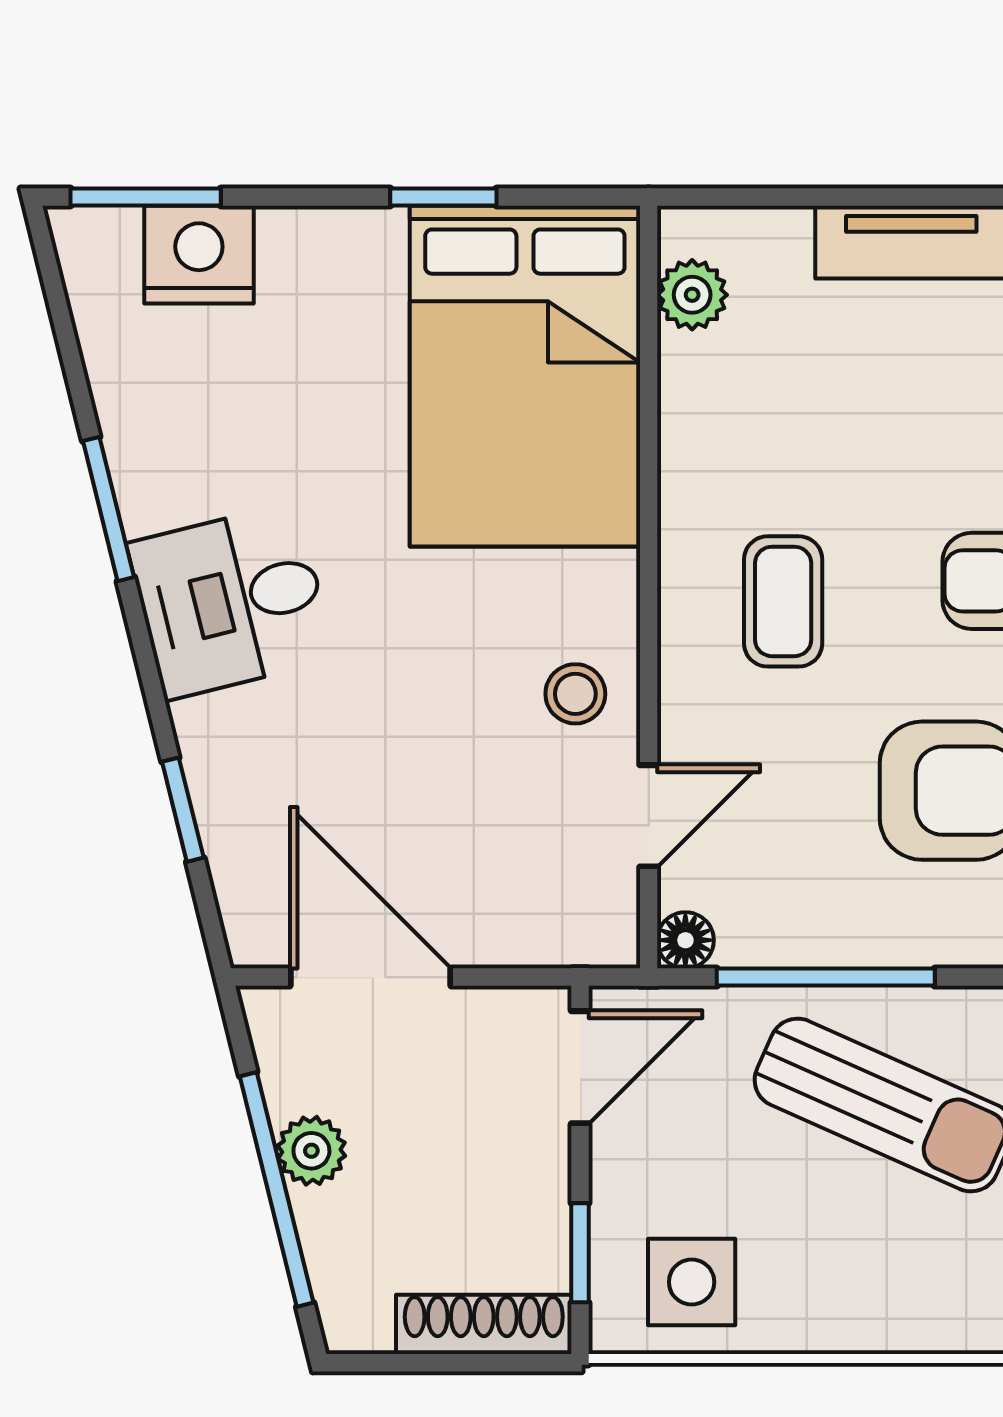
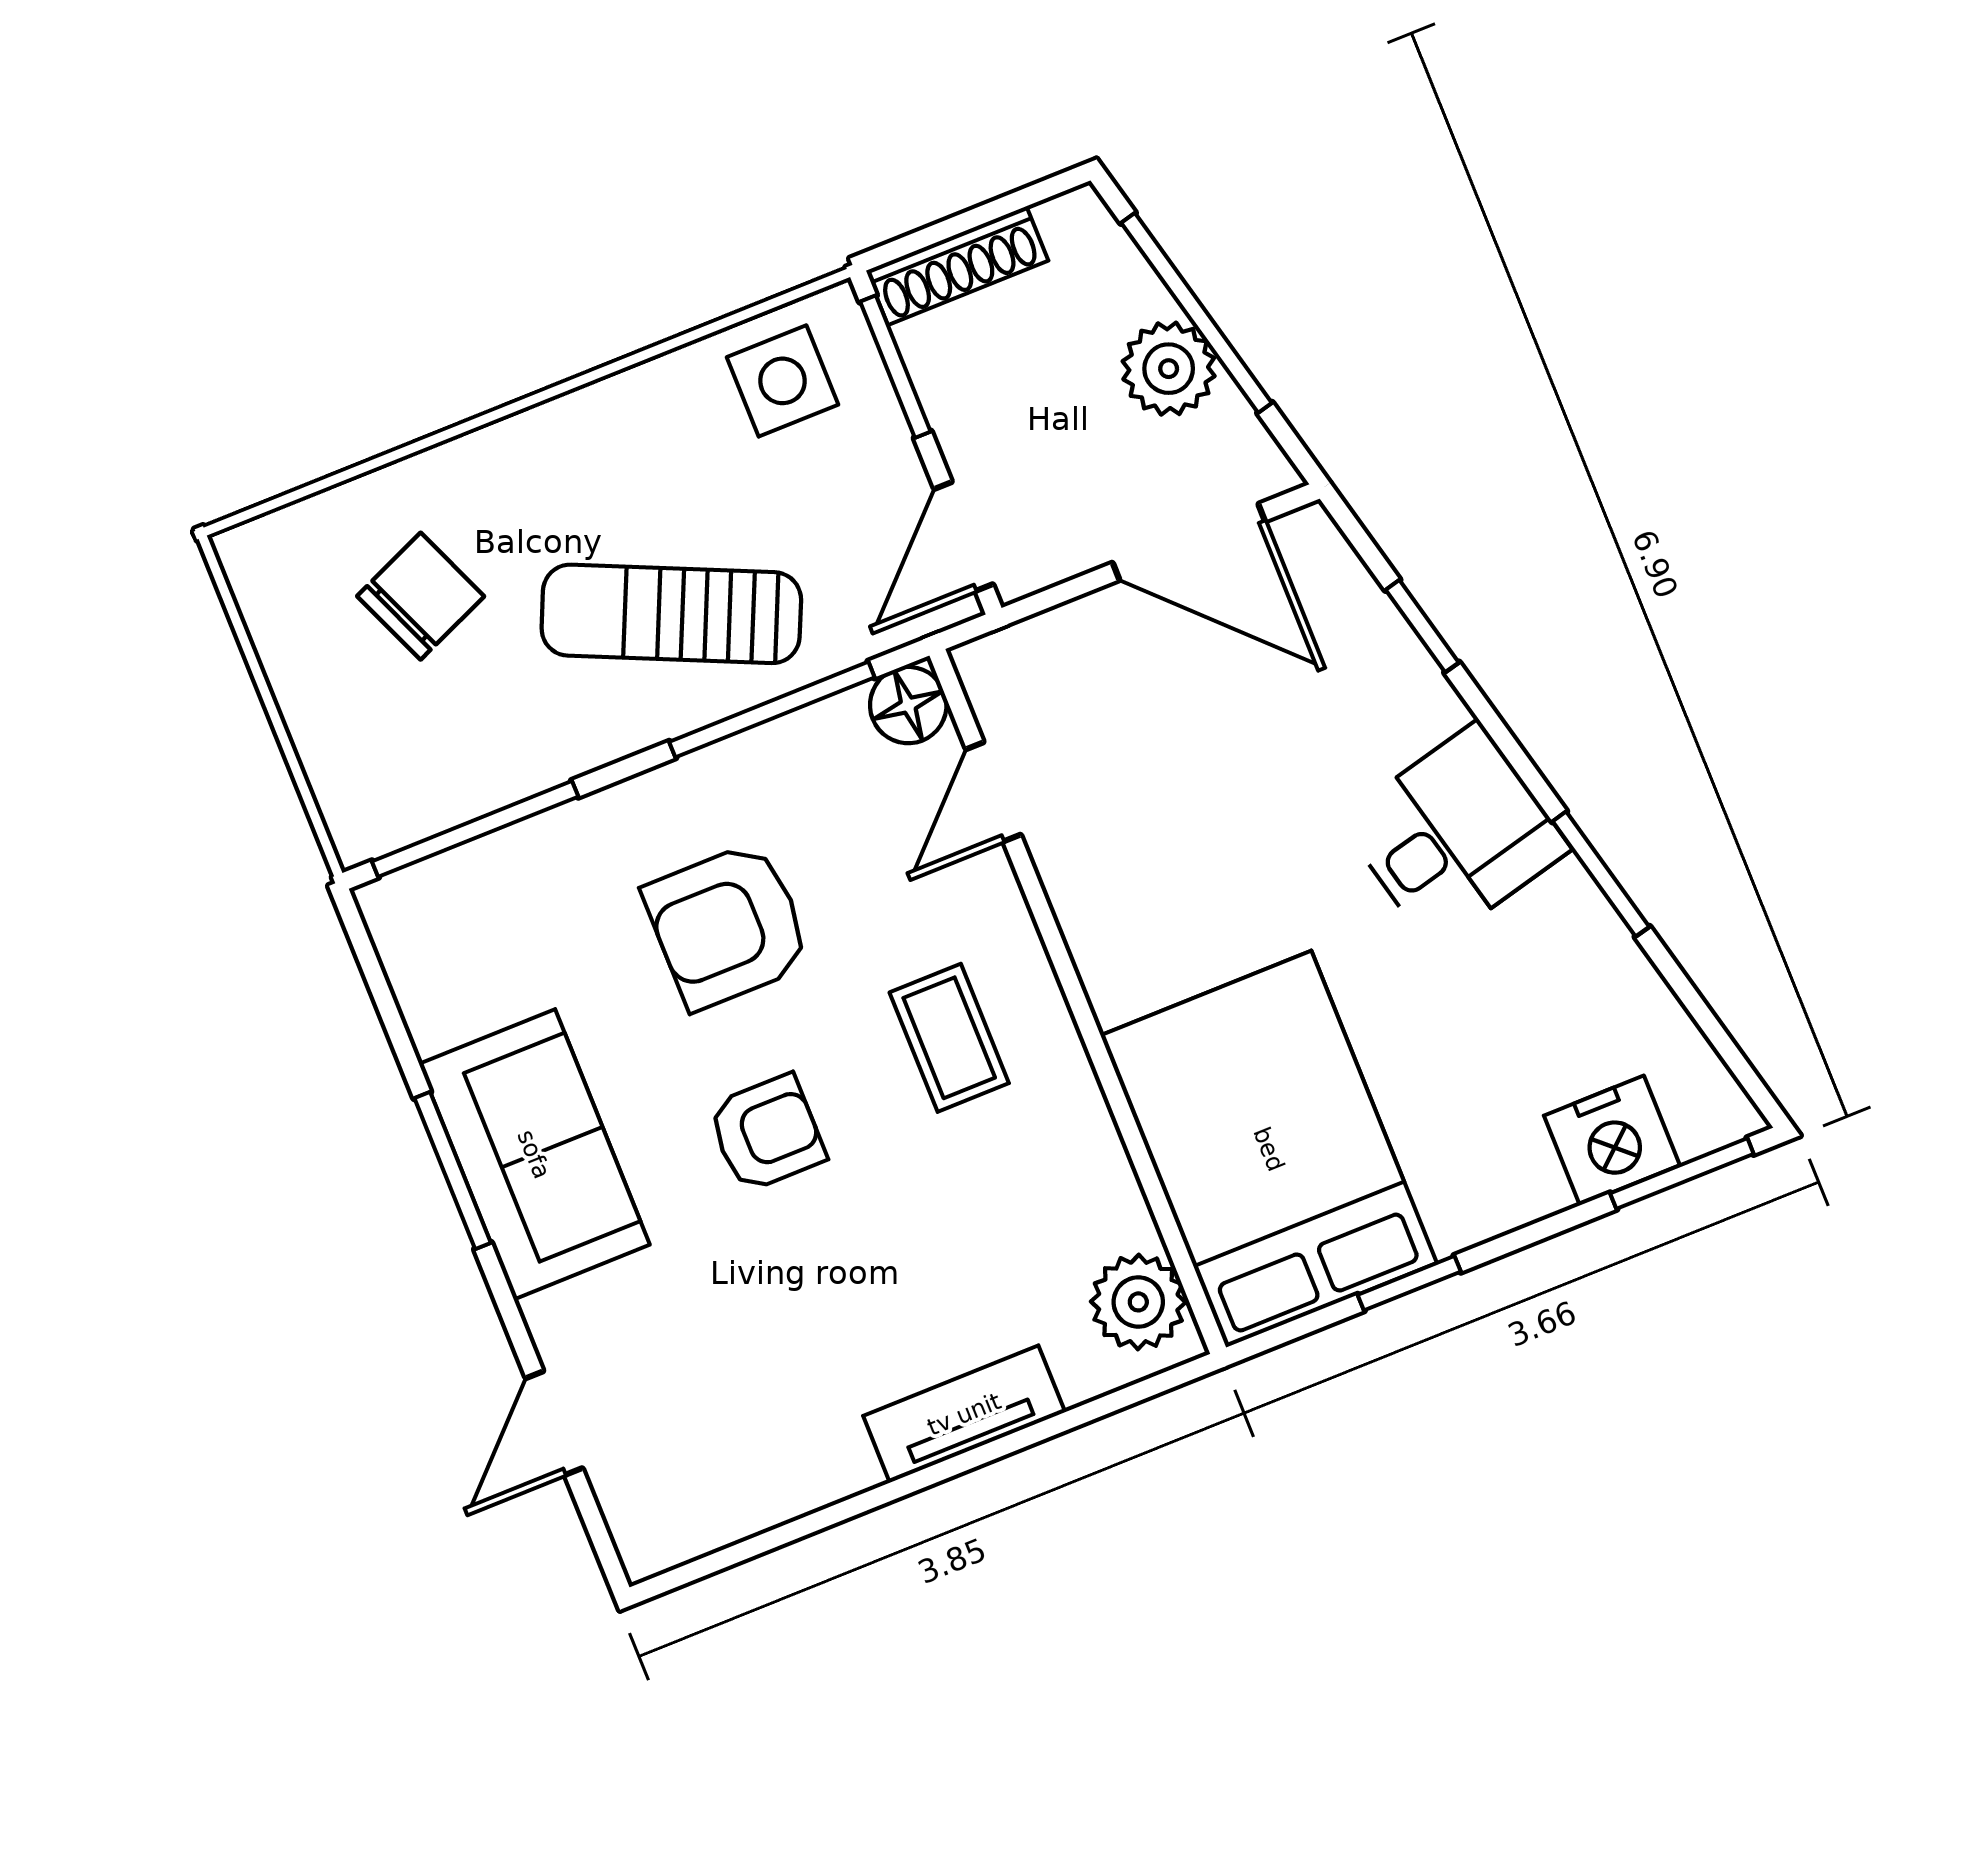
plant: (692, 295) -> (1138, 1302), width x1.38, depth x1.38
stool: (575, 694) -> (1105, 877), removed
floor lamp: (685, 940) -> (908, 705), width x1.37, depth x1.37
plant: (311, 1151) -> (1169, 369), width x1.38, depth x1.38
window: (580, 1253) -> (895, 367), width x1.50

